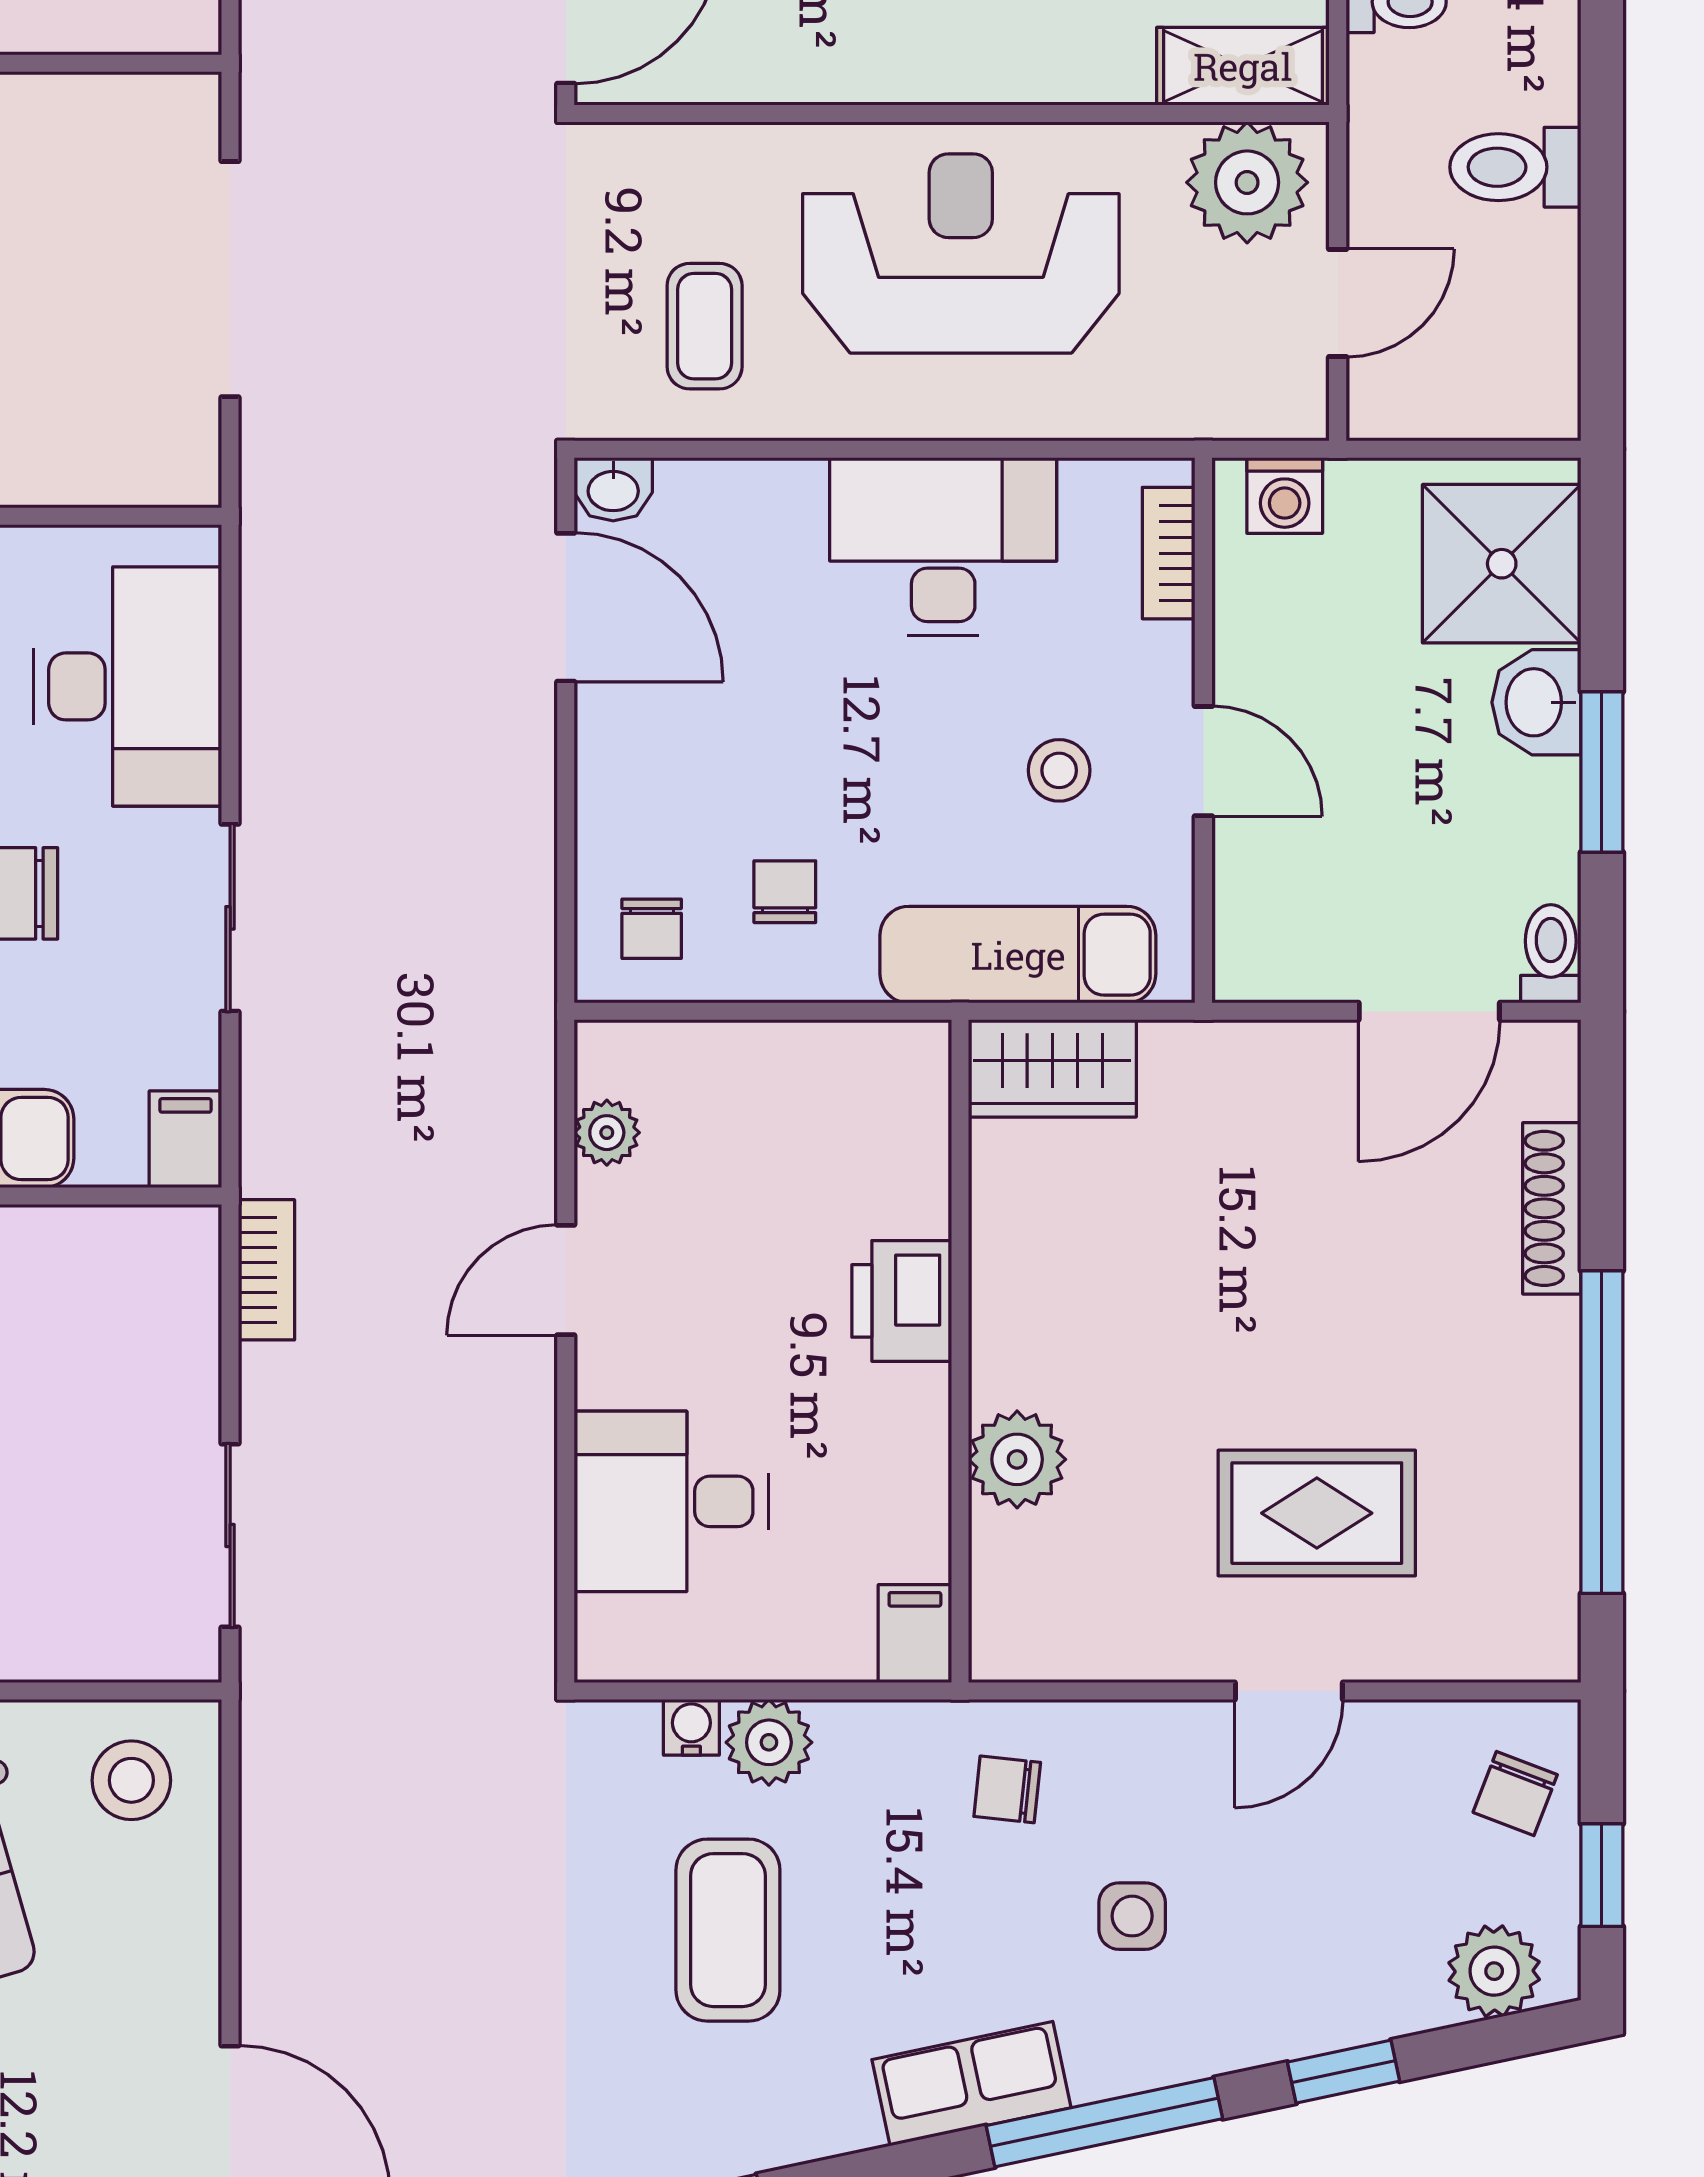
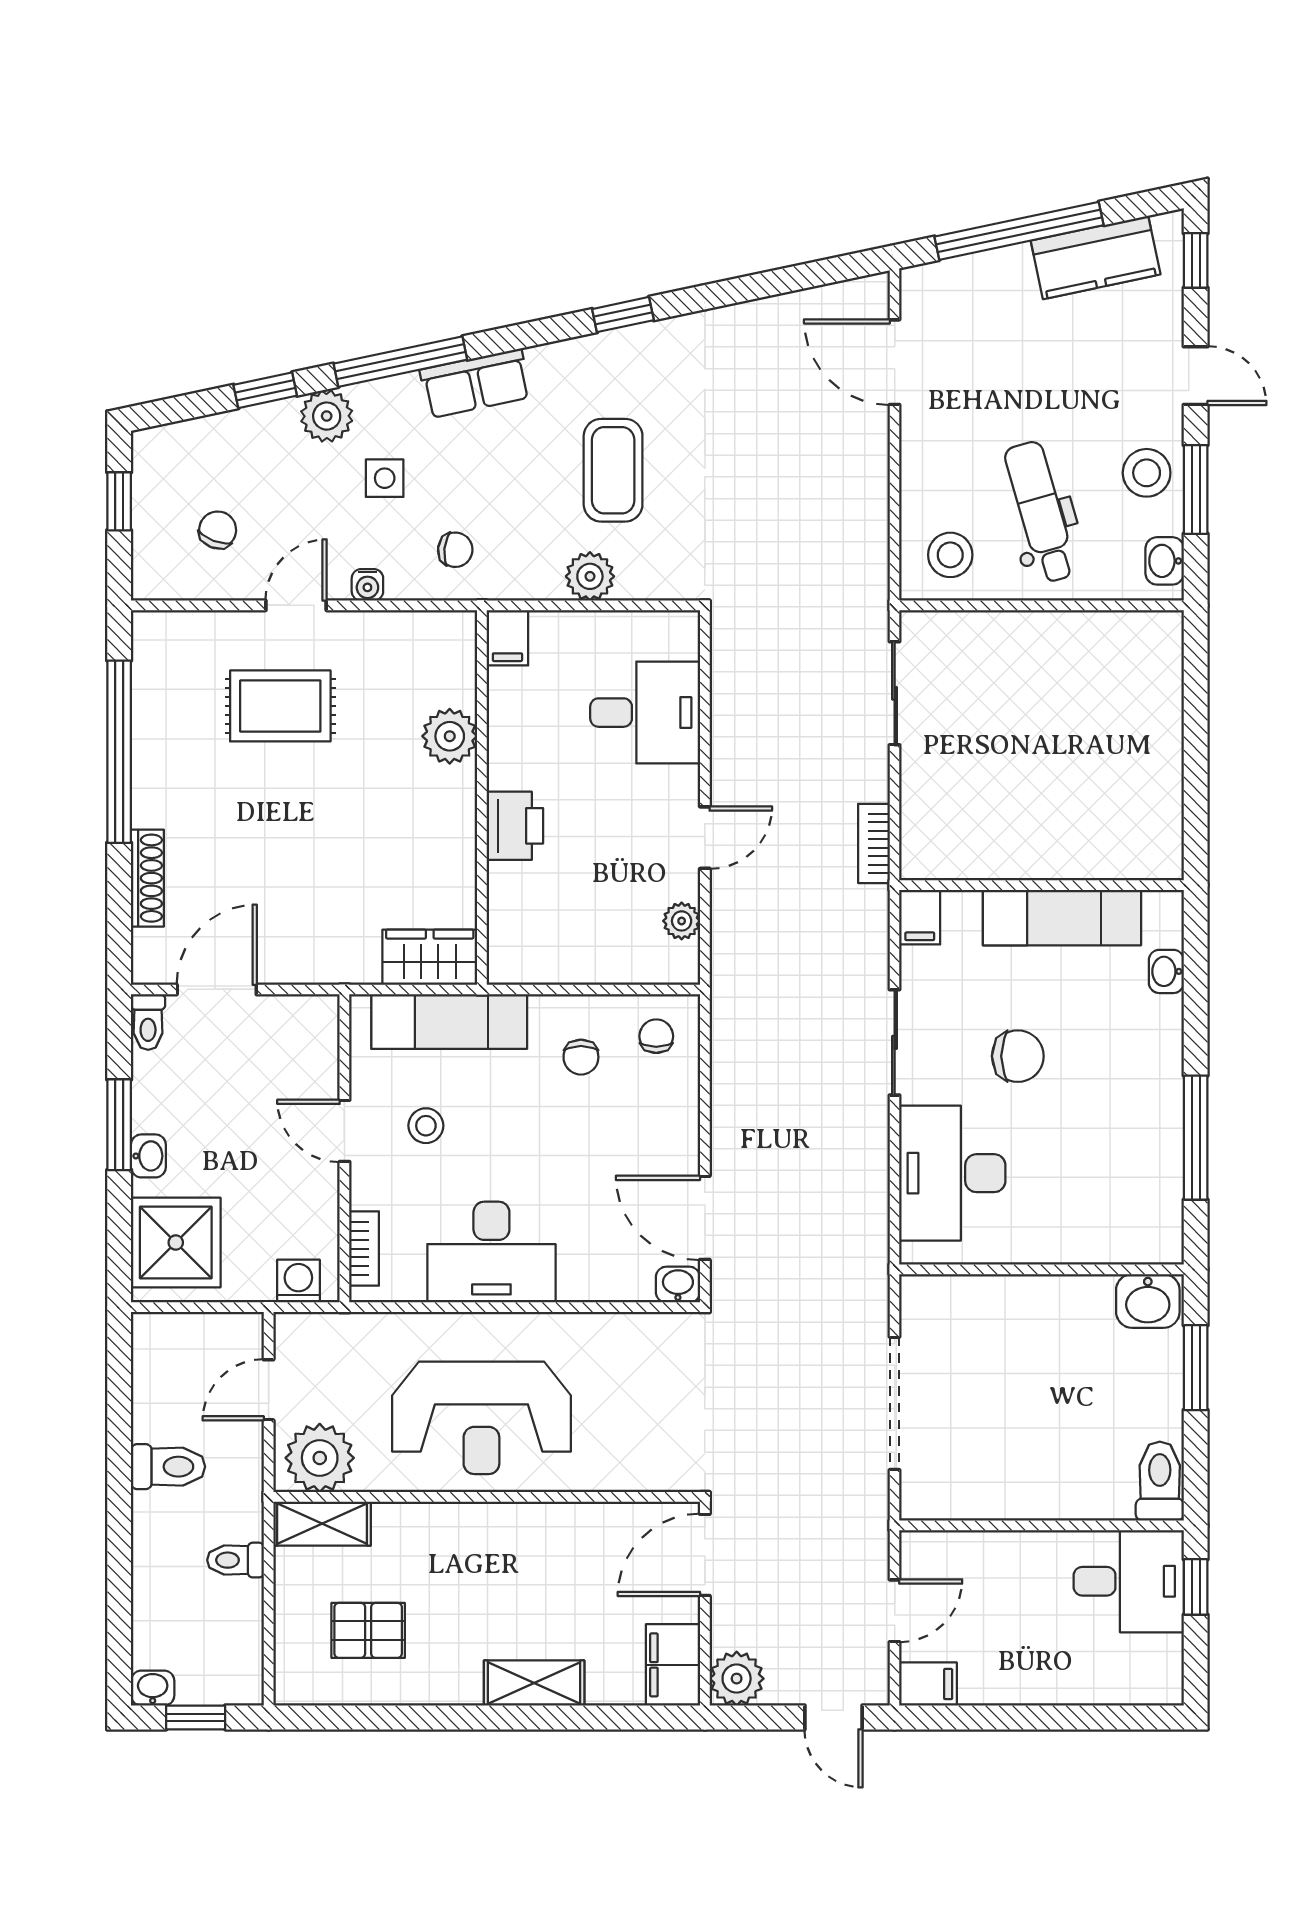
coffee table: (705, 326) -> (626, 1377), removed
washbasin: (1536, 702) -> (148, 1156), width x0.72, depth x0.69
water cooler: (691, 1727) -> (367, 585), moved
chair: (1515, 1793) -> (218, 530), moved
plant: (1494, 1971) -> (327, 416), moved

